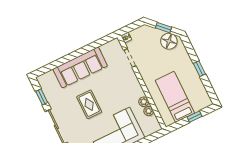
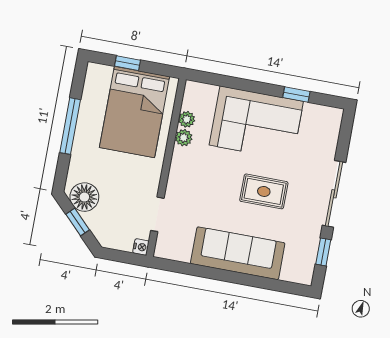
window: (199, 69) -> (70, 126), width x2.17
bed: (175, 97) -> (134, 112), width x1.50
rug: (89, 104) -> (264, 191), turned 90

